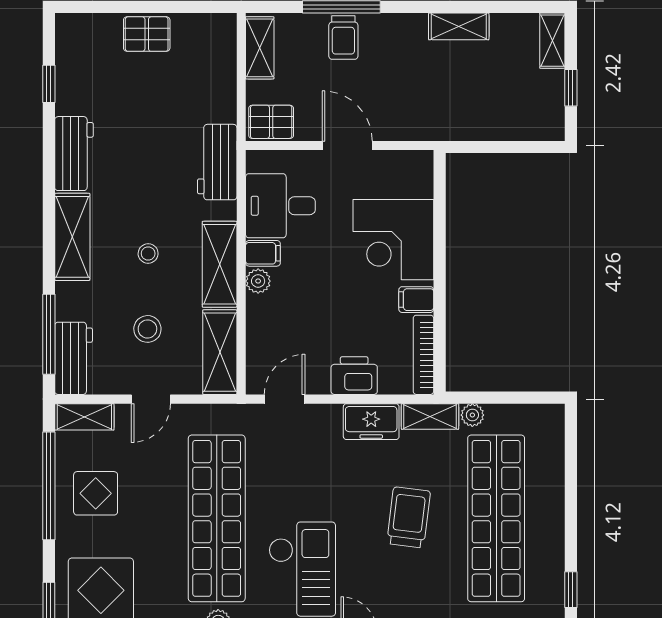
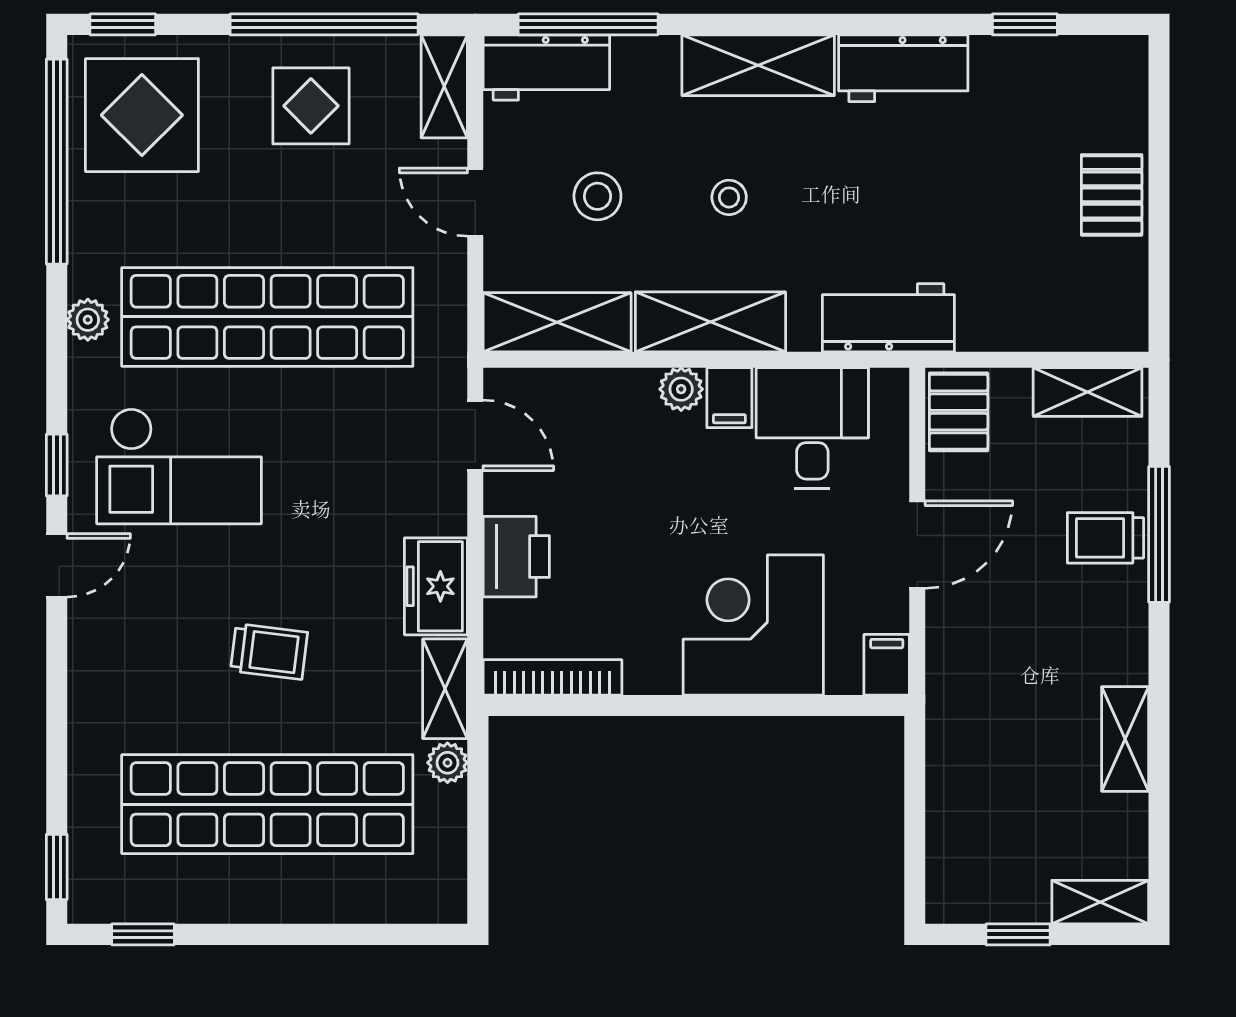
filing cabinet: (416, 300) -> (887, 665), moved
trolley: (409, 517) -> (269, 652), width x0.73, depth x0.72

